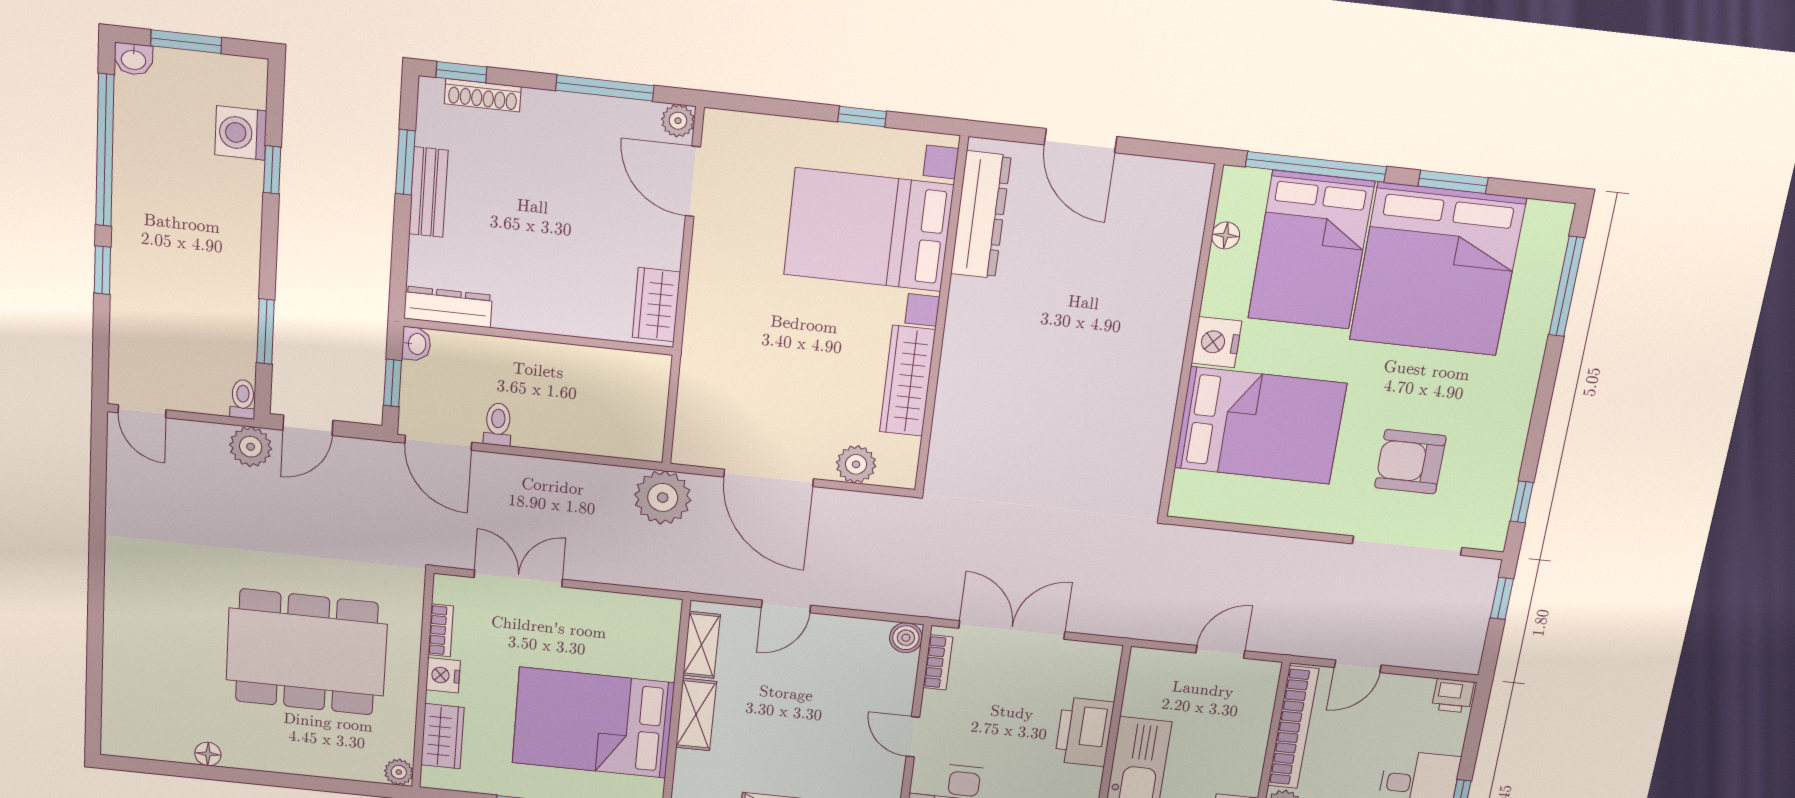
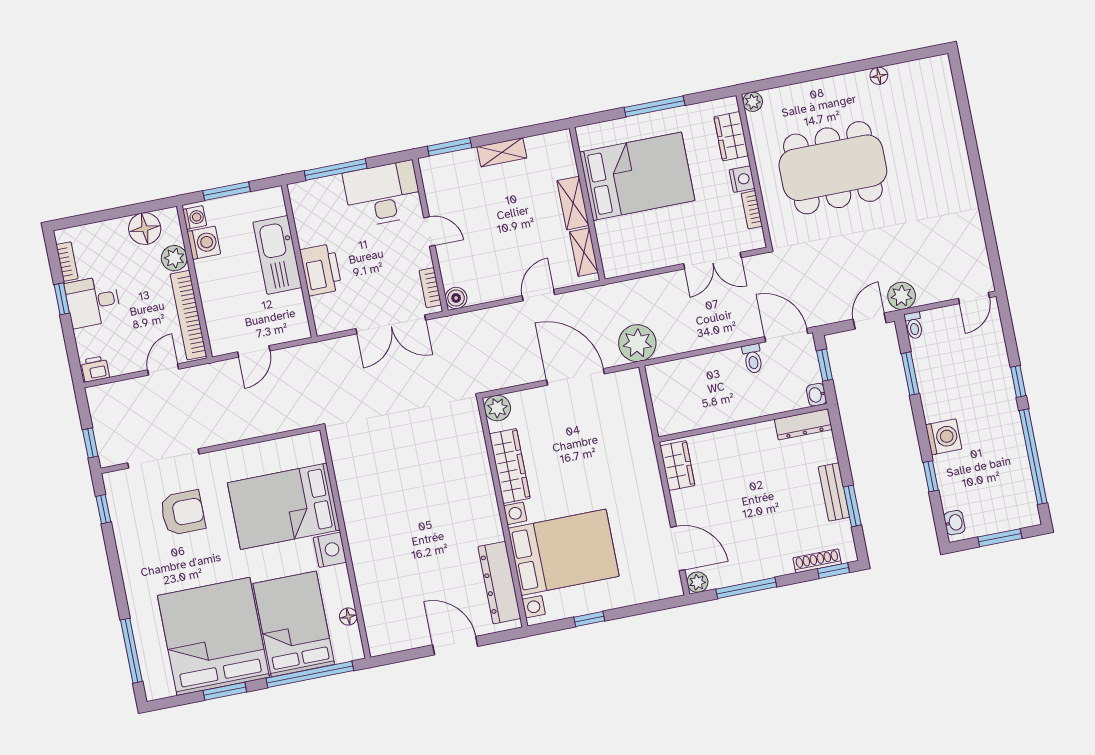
washbasin: (133, 59) -> (954, 523), moved, turned 90
washing machine: (241, 133) -> (944, 437), moved
door: (142, 411) -> (974, 298), swing flipped
plant: (856, 464) -> (497, 408), moved

